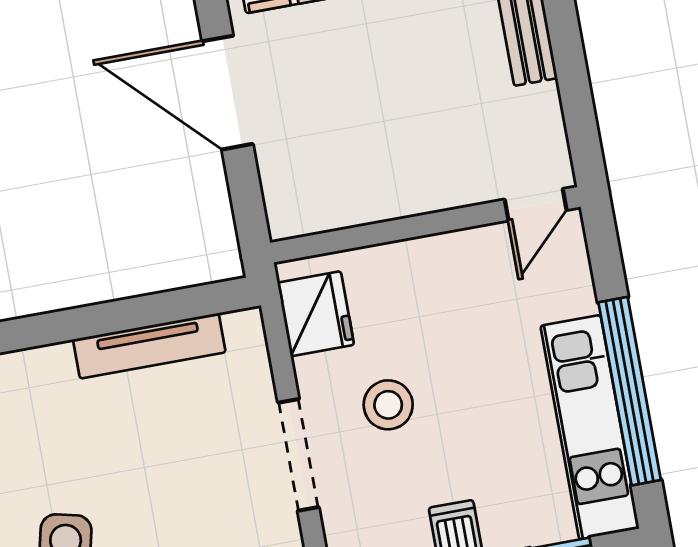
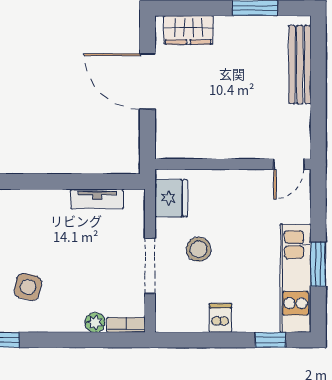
tv unit: (149, 346) -> (97, 199), width x0.71
window: (630, 391) -> (318, 264), width x0.47

